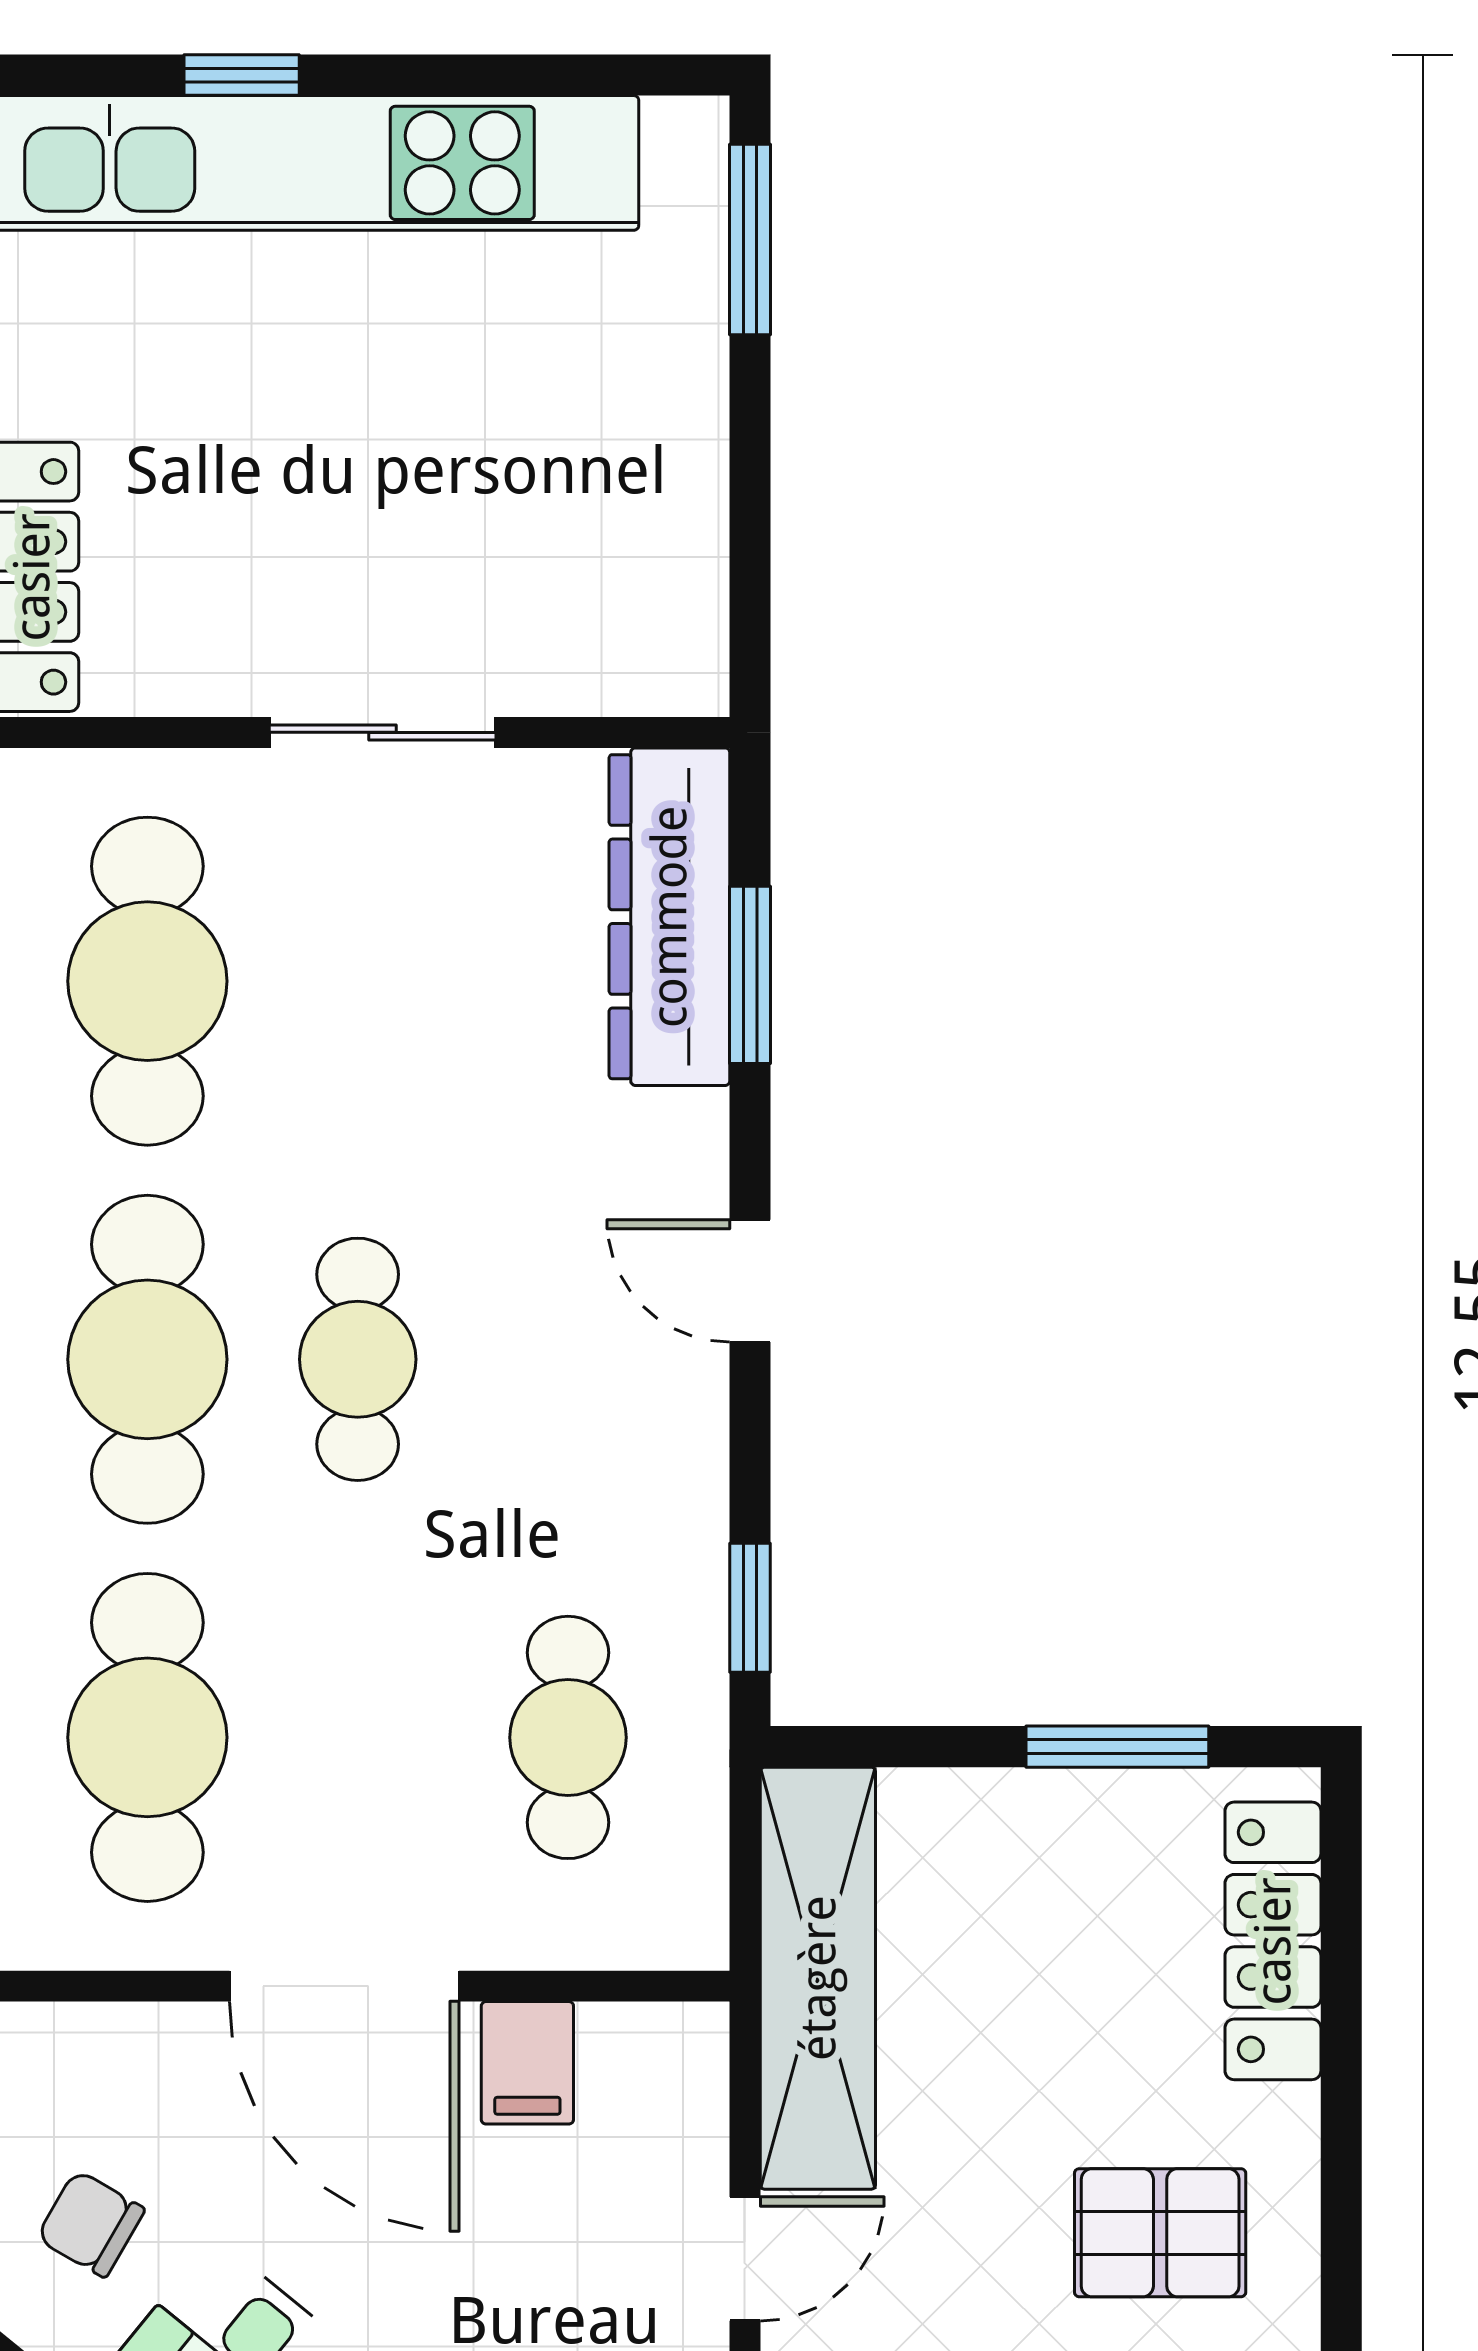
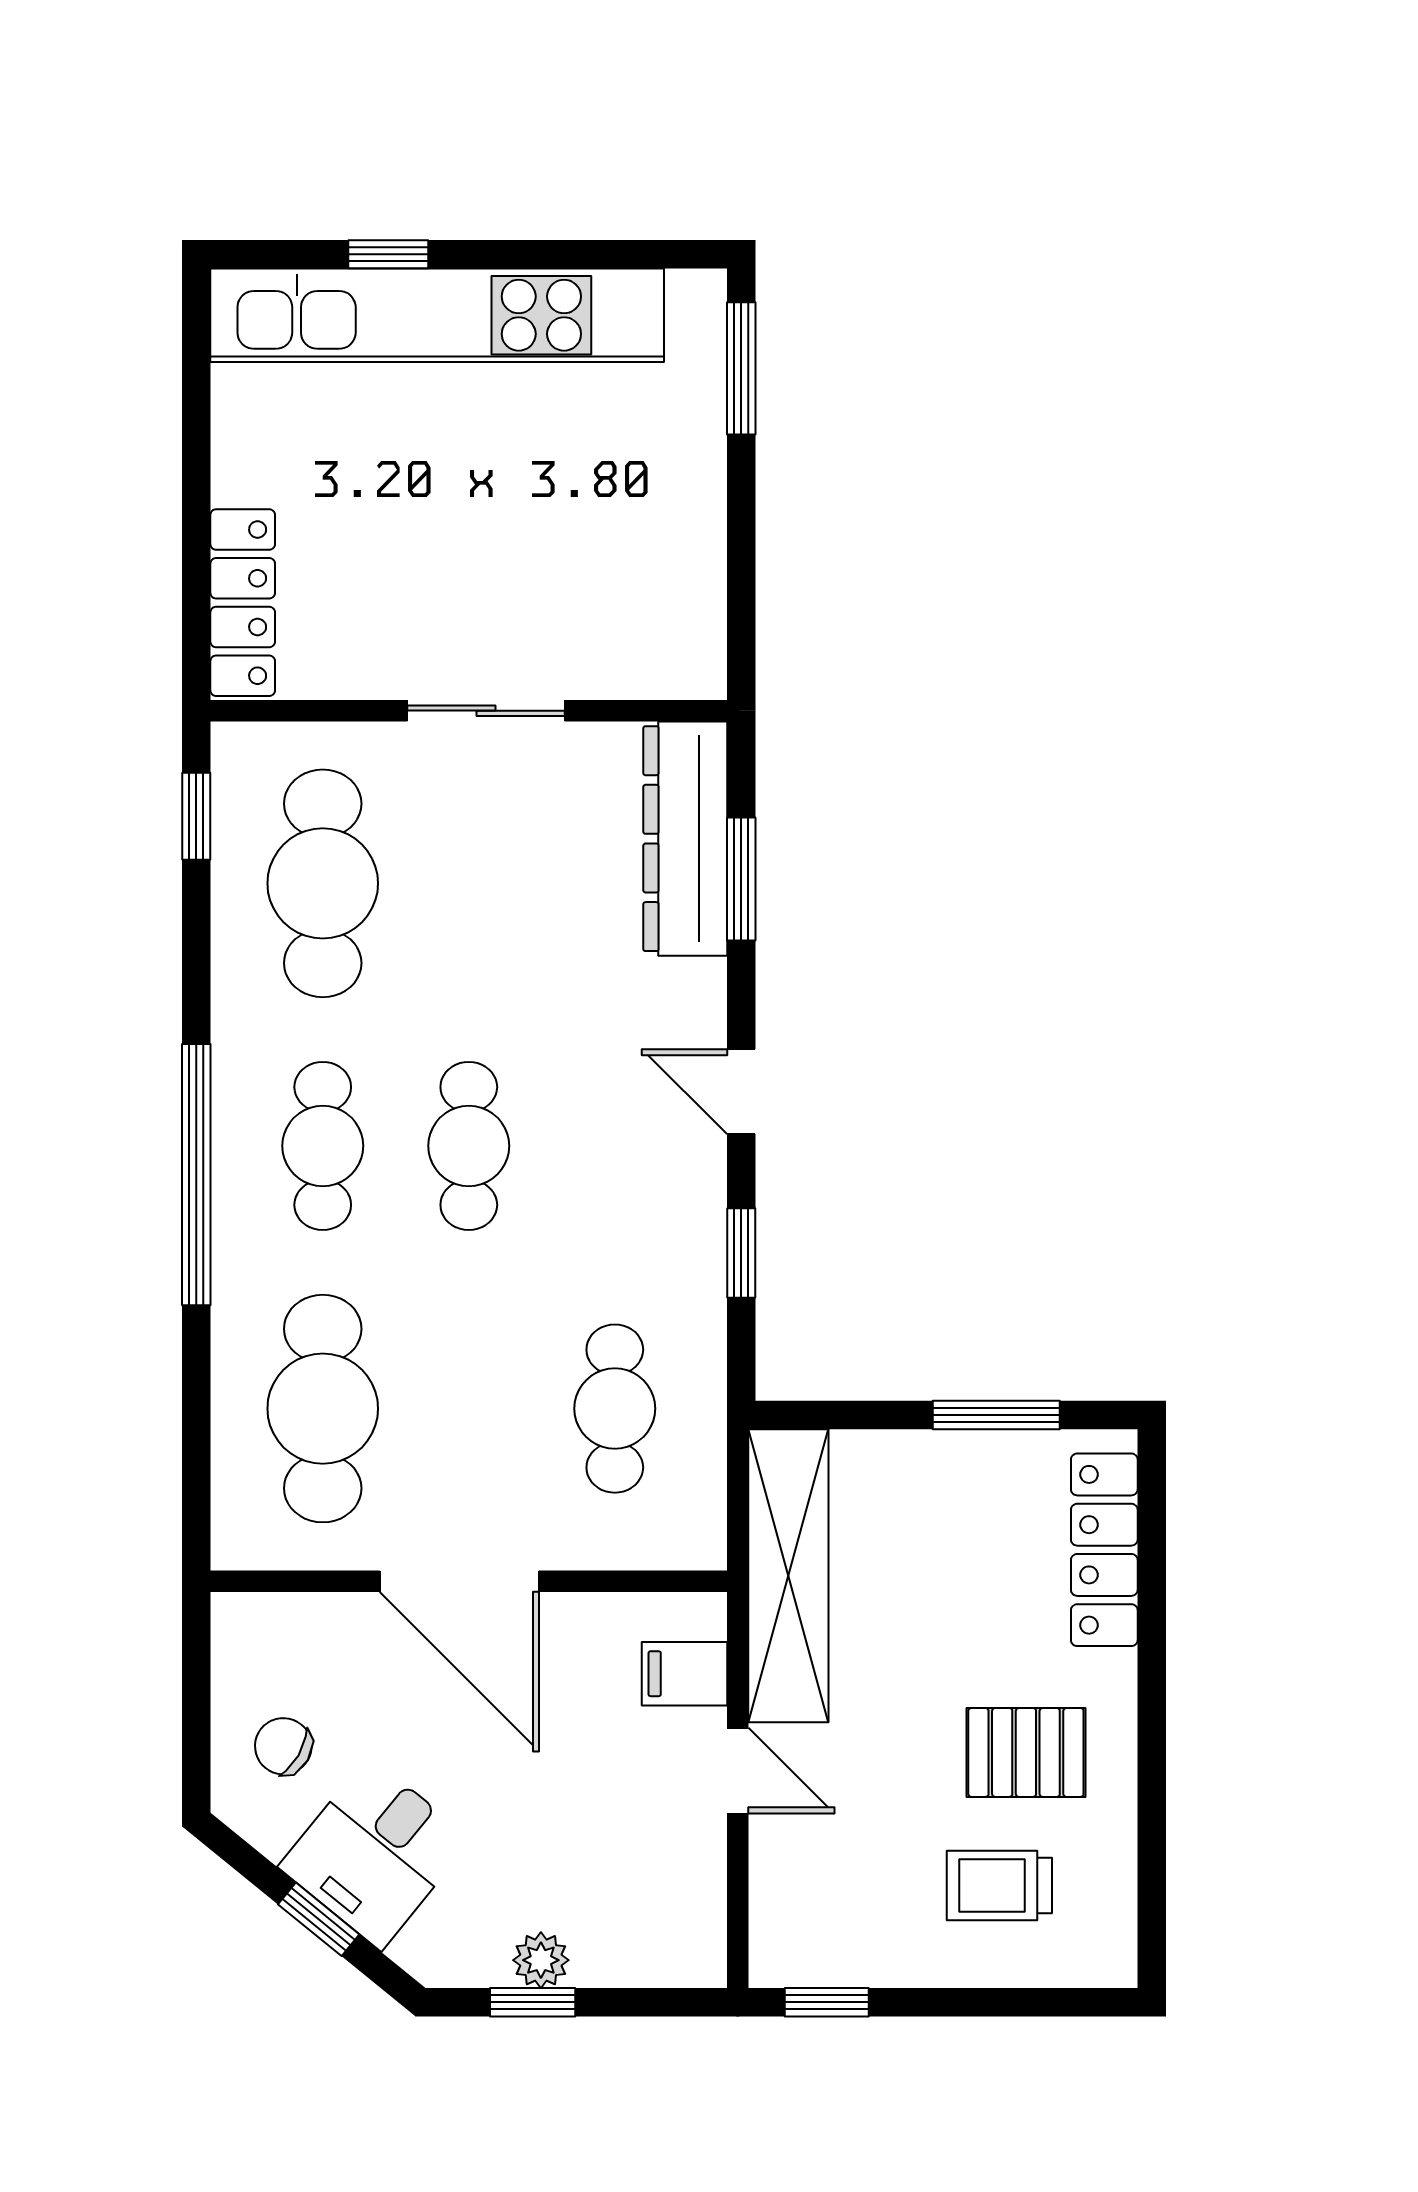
cafe table: (147, 1359) -> (323, 1146), width x0.73, depth x0.74
window: (750, 1608) -> (741, 1253), moved
filing cabinet: (527, 2063) -> (684, 1674), moved, turned 90
door: (745, 2259) -> (738, 1771), hinge flipped

